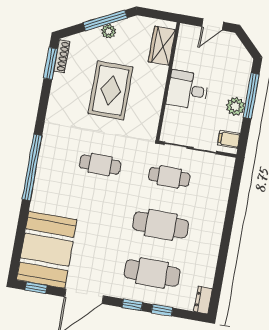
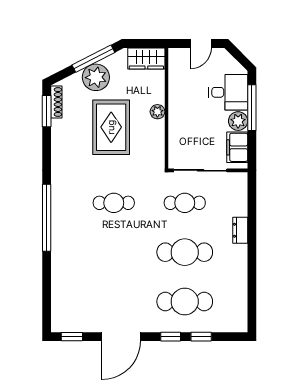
plant: (109, 31) -> (96, 77), width x1.88, depth x1.88
wardrobe: (162, 46) -> (146, 59), moved, turned -90
plant: (159, 83) -> (157, 112), added
desk: (188, 90) -> (228, 92), moved, turned 180
filing cabinet: (229, 139) -> (237, 147), width x2.00
booth: (47, 250) -> (76, 297), removed
dresser: (203, 300) -> (240, 230), moved

